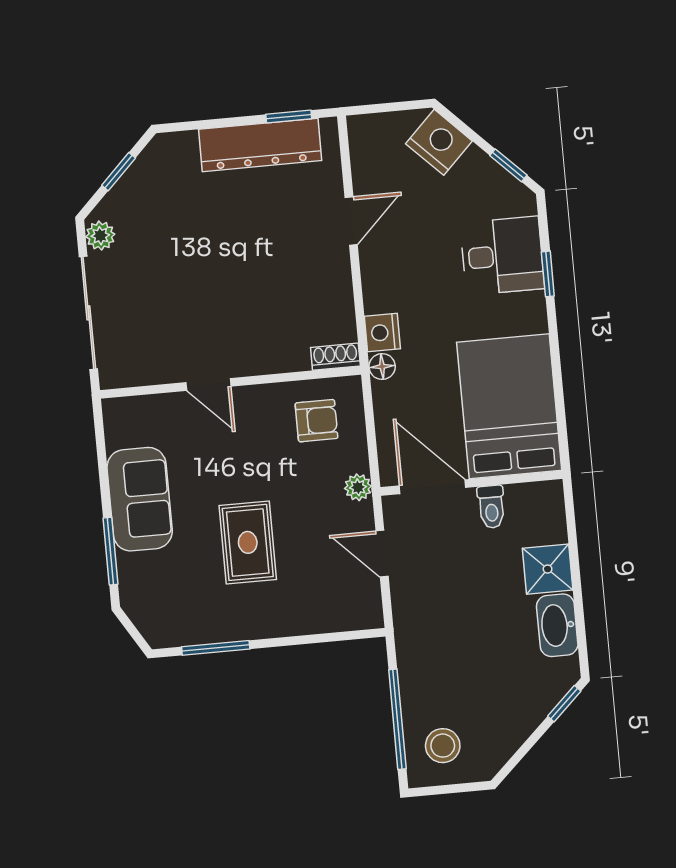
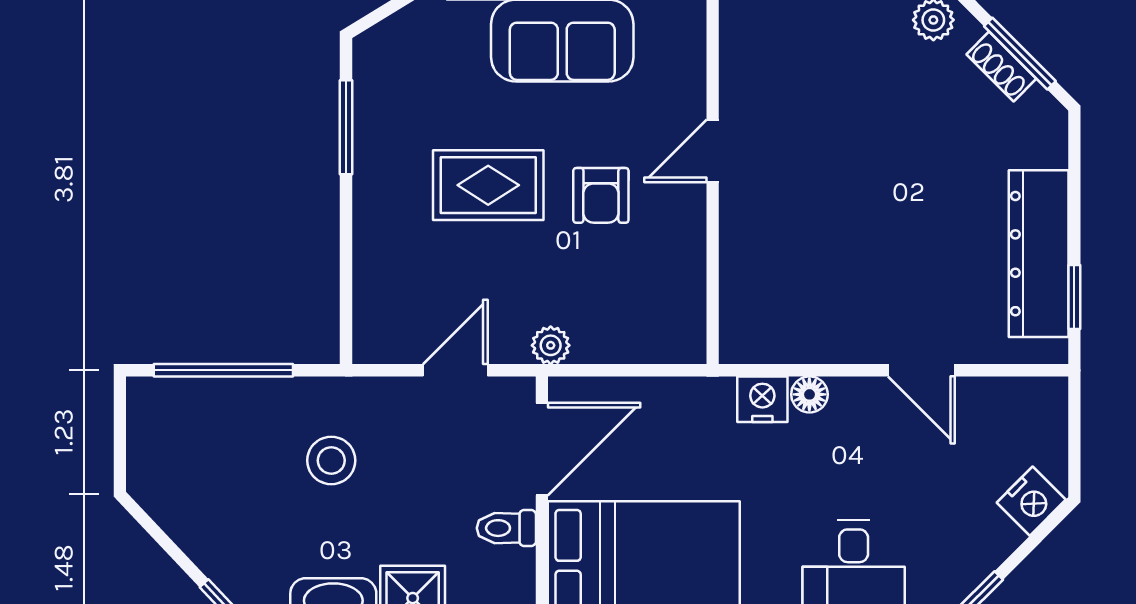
nightstand: (439, 142) -> (1031, 501), width x0.74, depth x0.75
window: (119, 172) -> (1020, 54), width x1.50
shoe rack: (335, 357) -> (1001, 67), moved, turned 135
floor lamp: (382, 367) -> (809, 394), moved
armchair: (317, 421) -> (601, 195), moved
stool: (443, 746) -> (331, 460), moved

